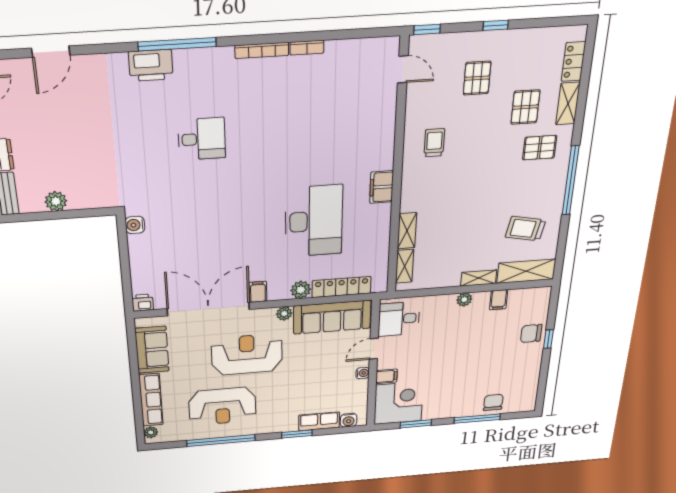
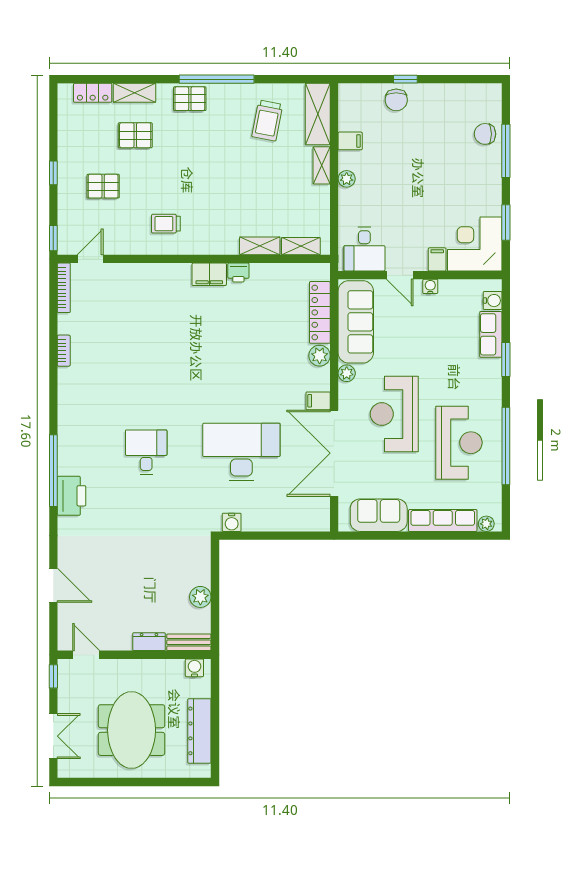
bookcase: (262, 50) -> (64, 288), moved
pallet: (540, 148) -> (190, 99), moved, turned 90
desk: (314, 221) -> (241, 452), moved
printer: (143, 303) -> (238, 273), moved, turned -90

